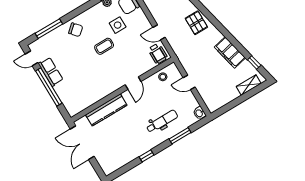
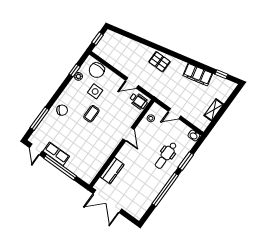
door: (32, 58) -> (36, 149), hinge flipped
shelving: (249, 85) -> (214, 110), moved
kitchen counter: (106, 110) -> (112, 171), width x0.67
dental chair: (162, 121) -> (166, 155), turned 180
window: (146, 156) -> (165, 189), width x3.17

